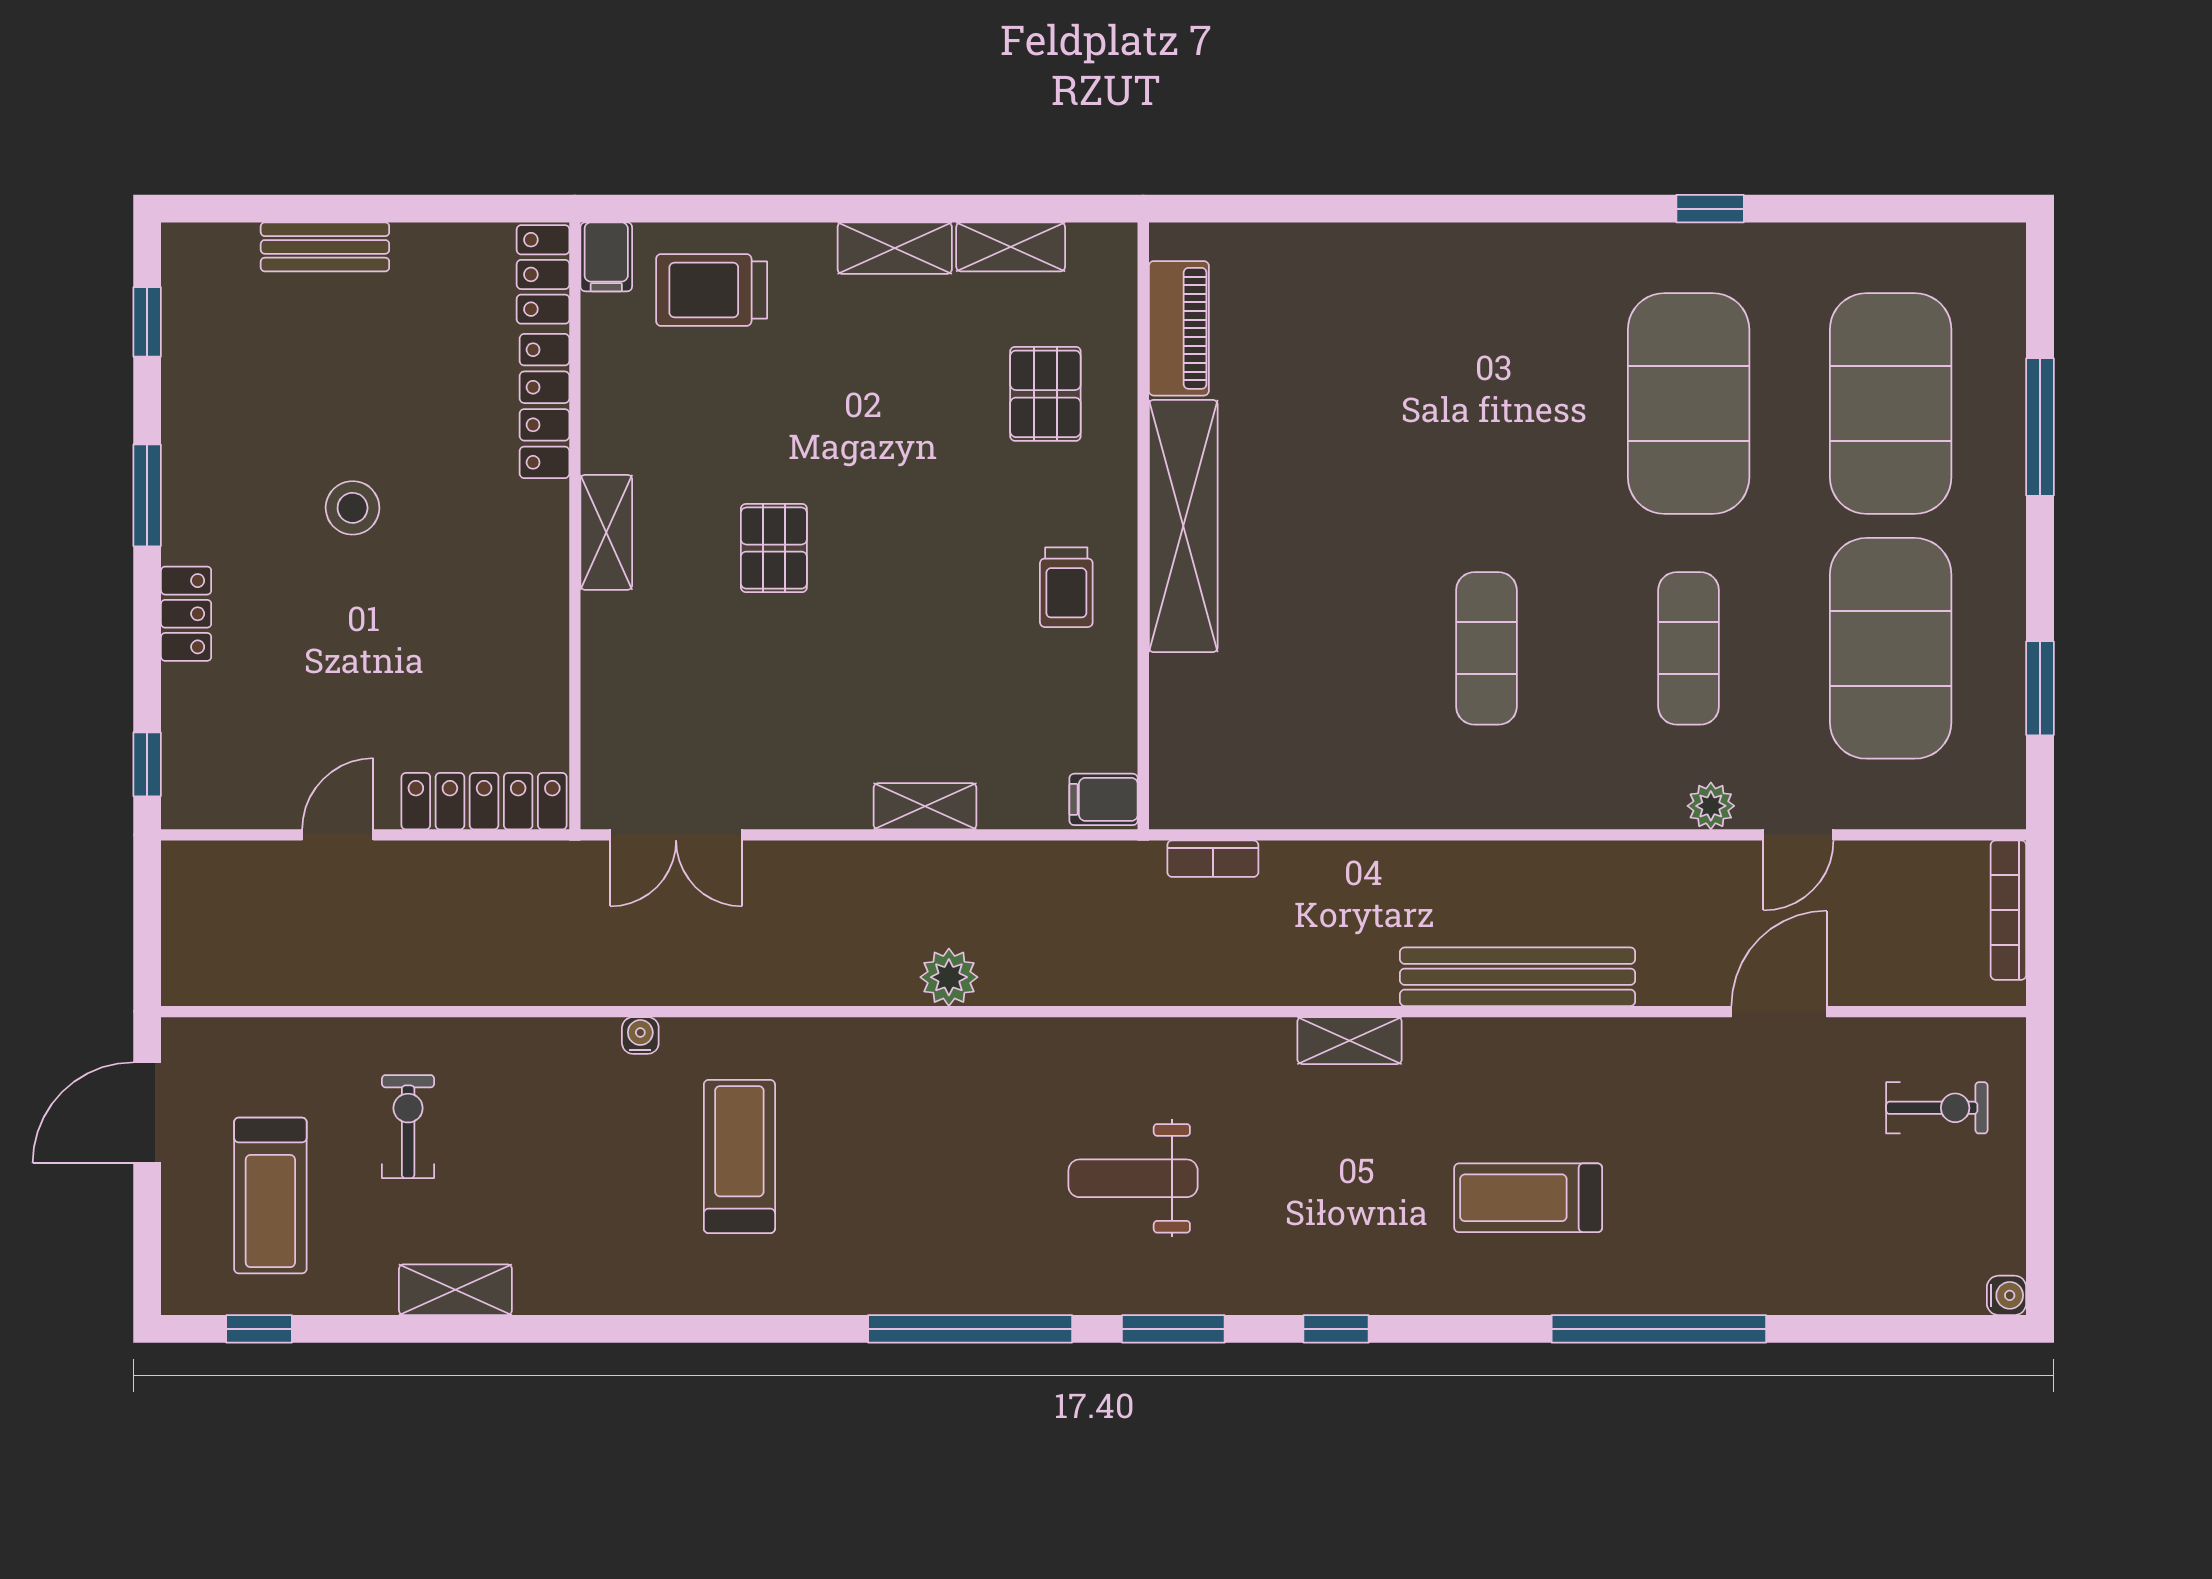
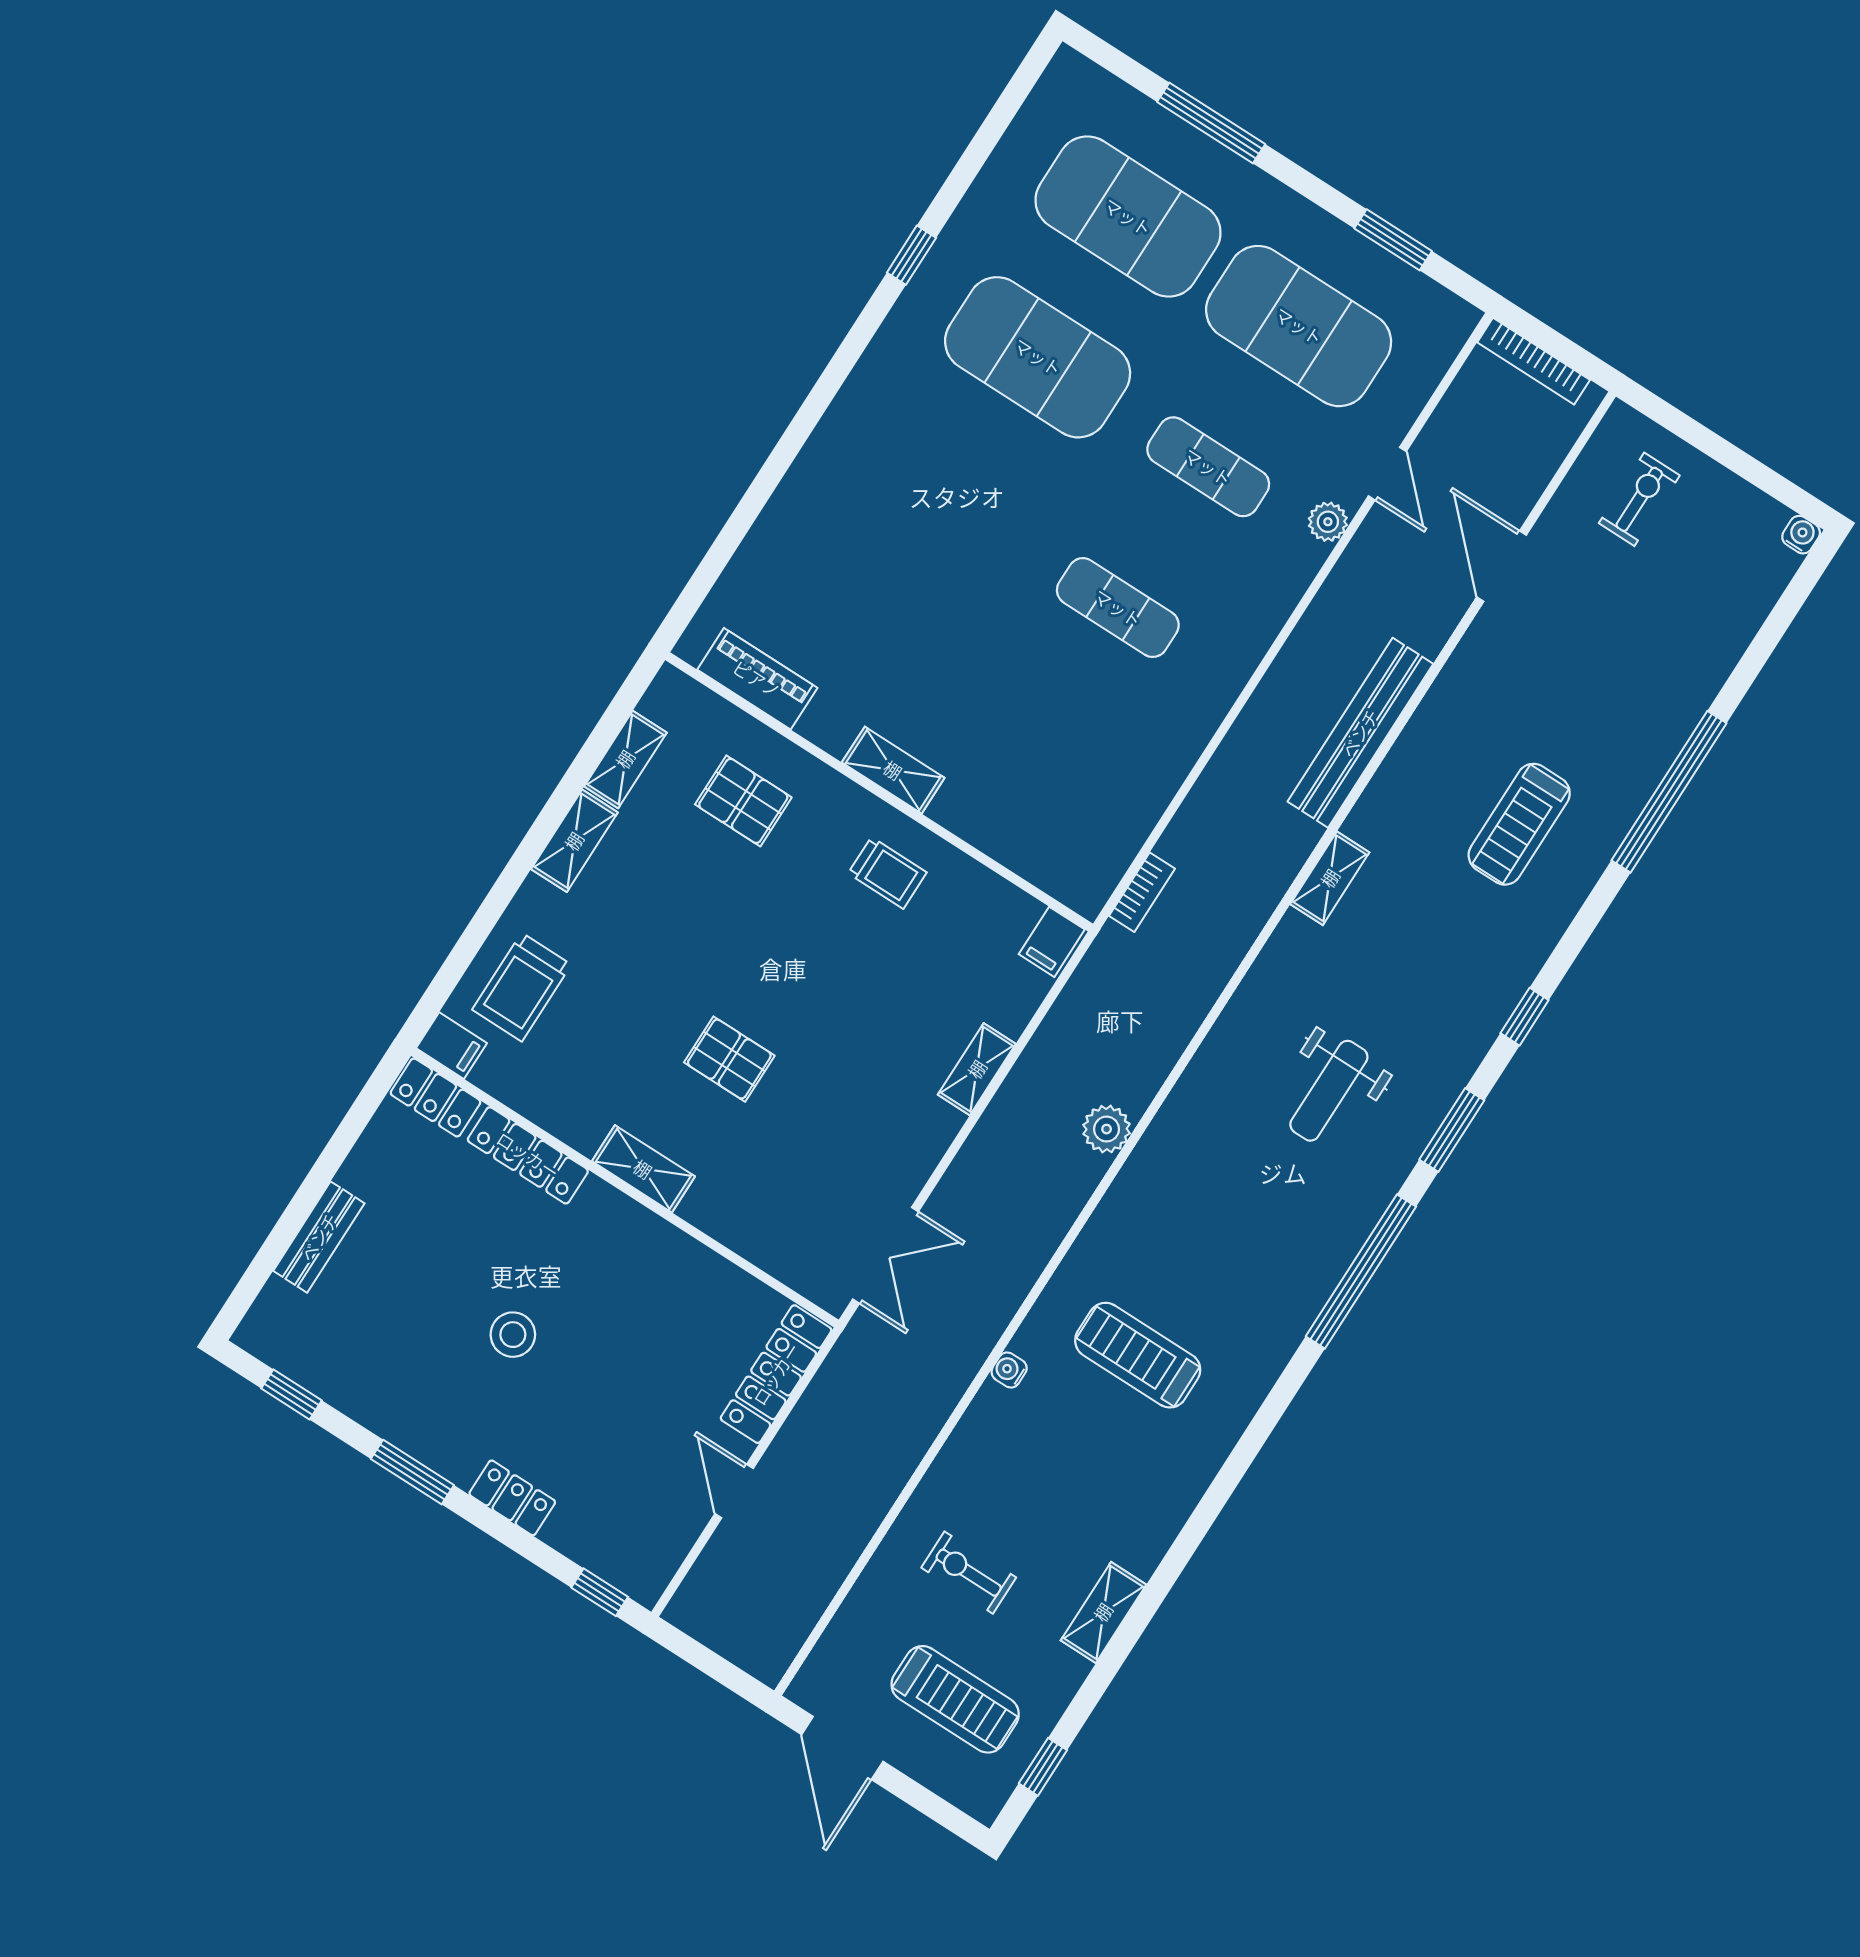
shelving: (1183, 526) -> (893, 770), width x0.45, depth x0.75

